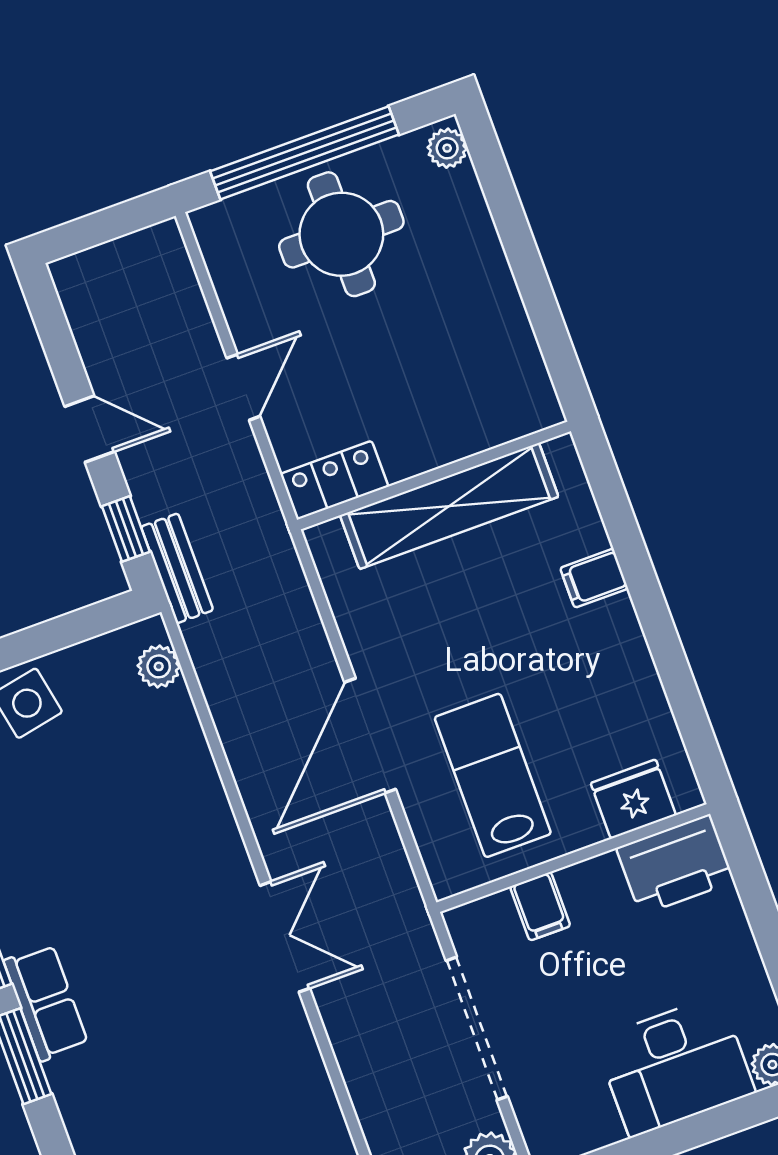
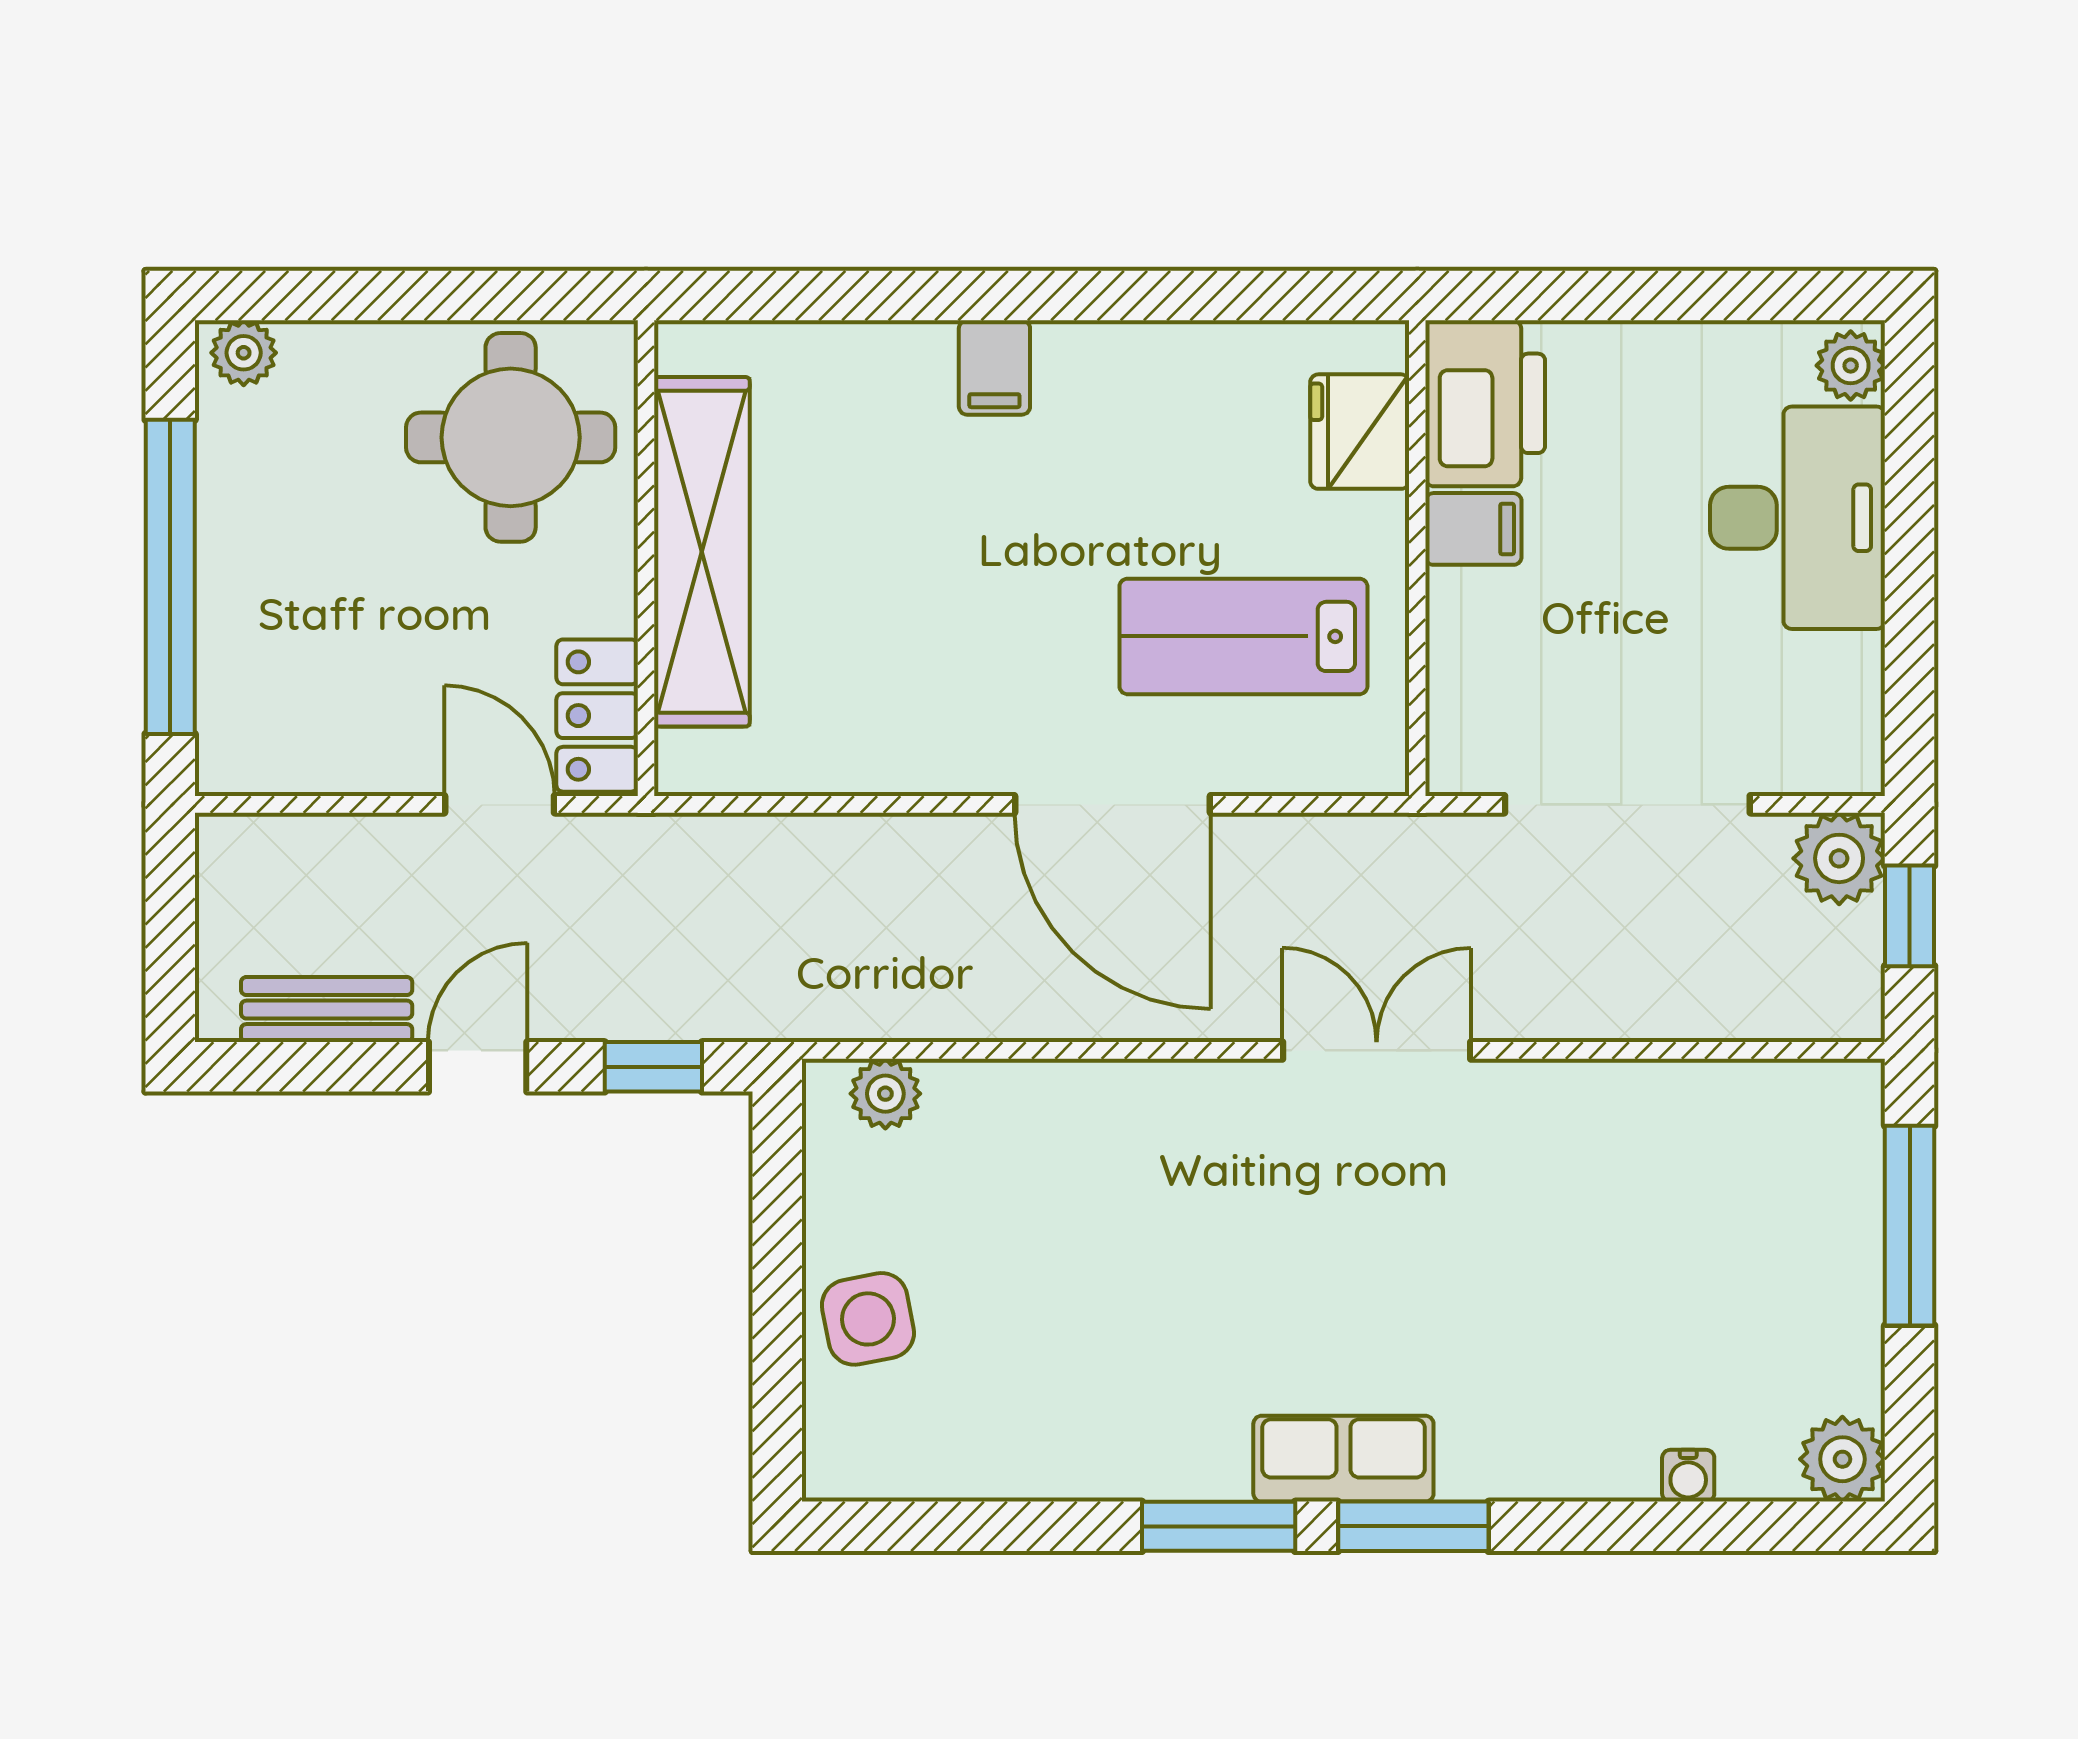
round table: (341, 234) -> (511, 437), moved
wall: (434, 475) -> (646, 558), moved
locker: (334, 480) -> (597, 716), moved
shelving: (449, 506) -> (702, 552), moved
bench: (177, 568) -> (327, 1010), moved
filing cabinet: (540, 906) -> (1473, 529), moved

